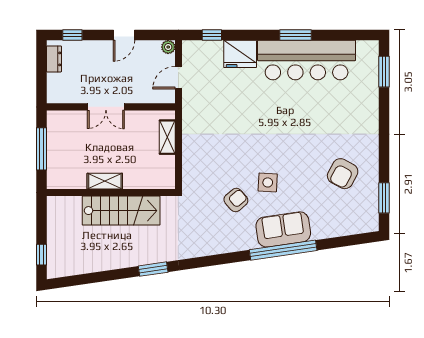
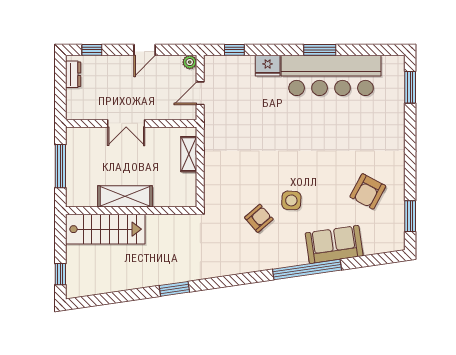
fridge: (240, 54) -> (268, 66), width x0.73, depth x0.75
shelving: (105, 181) -> (125, 196), width x1.50, depth x1.33
stairs: (121, 211) -> (105, 229), moved
sofa: (283, 229) -> (334, 244), moved

